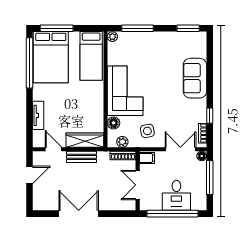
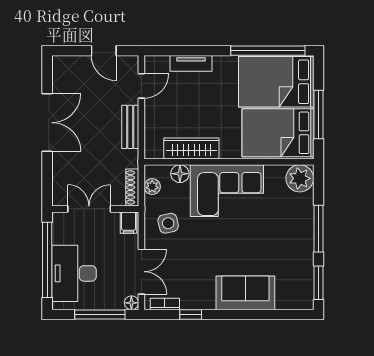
window: (57, 28) -> (318, 115), moved
window: (137, 28) -> (318, 229), moved
plant: (112, 37) -> (300, 178), width x1.87, depth x1.87
bed: (91, 56) -> (278, 133), width x1.50
wardrobe: (85, 140) -> (191, 148), moved, turned -90
desk: (176, 195) -> (74, 273), width x1.37

